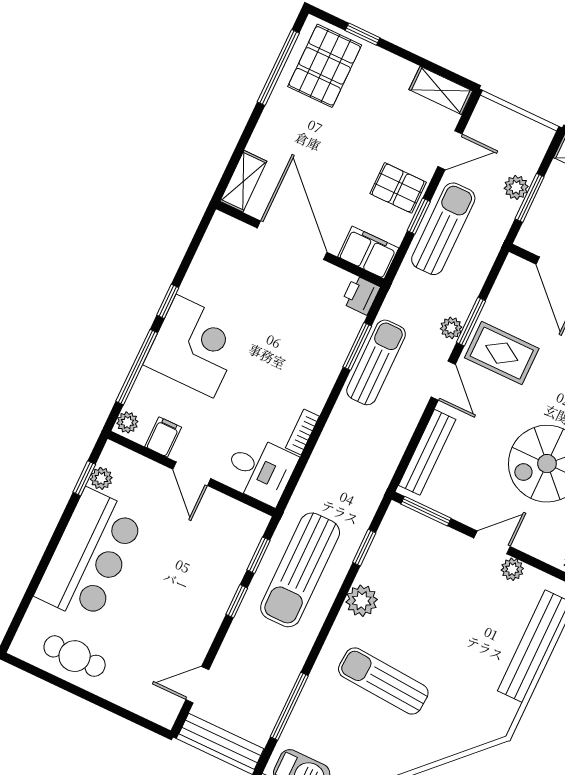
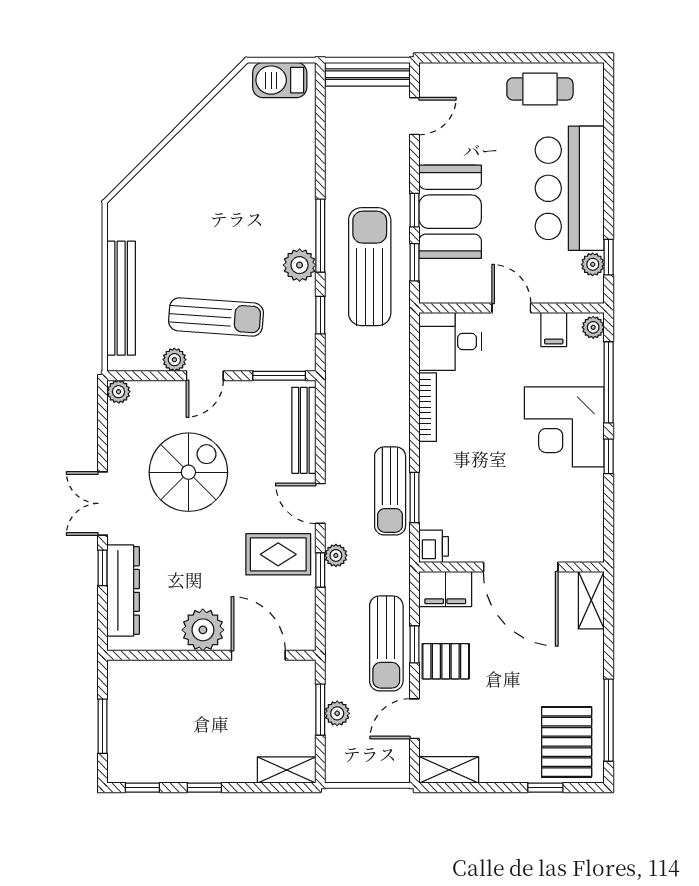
window: (471, 322) -> (320, 570), width x0.67
bookcase: (302, 432) -> (428, 407), width x1.56
booth: (206, 585) -> (450, 212), added
sun lounger: (383, 681) -> (216, 317), moved
window: (289, 706) -> (320, 236), moved

